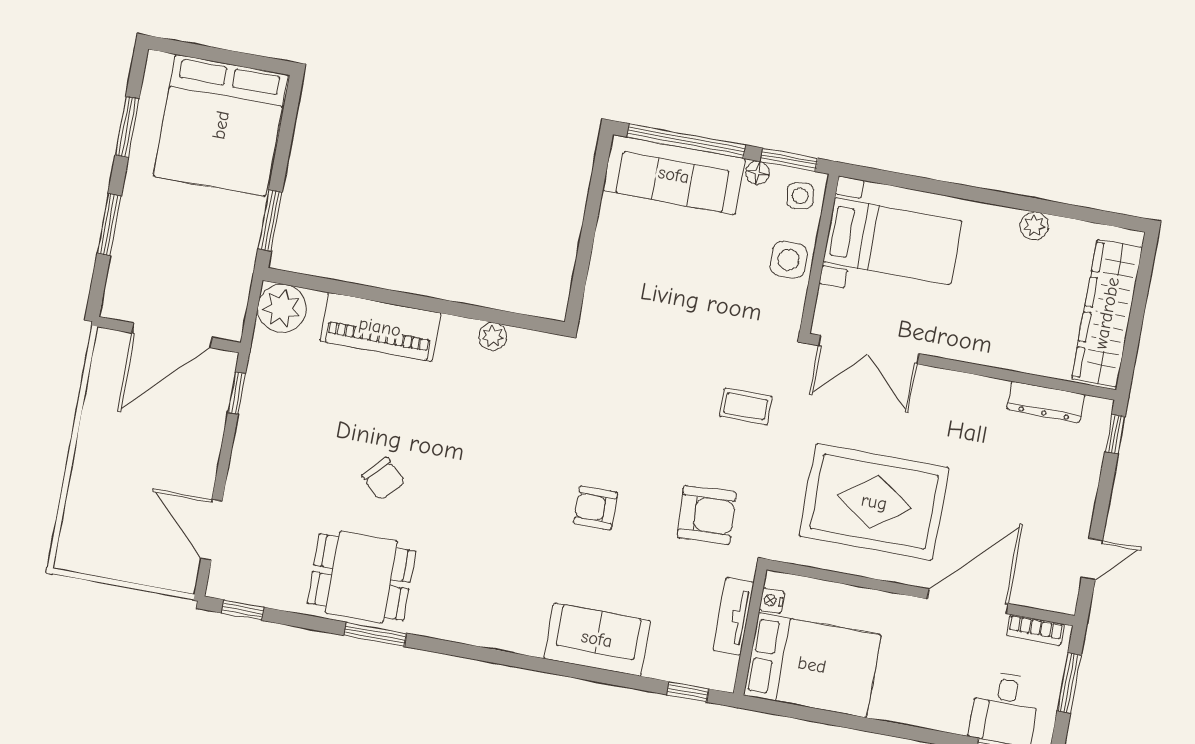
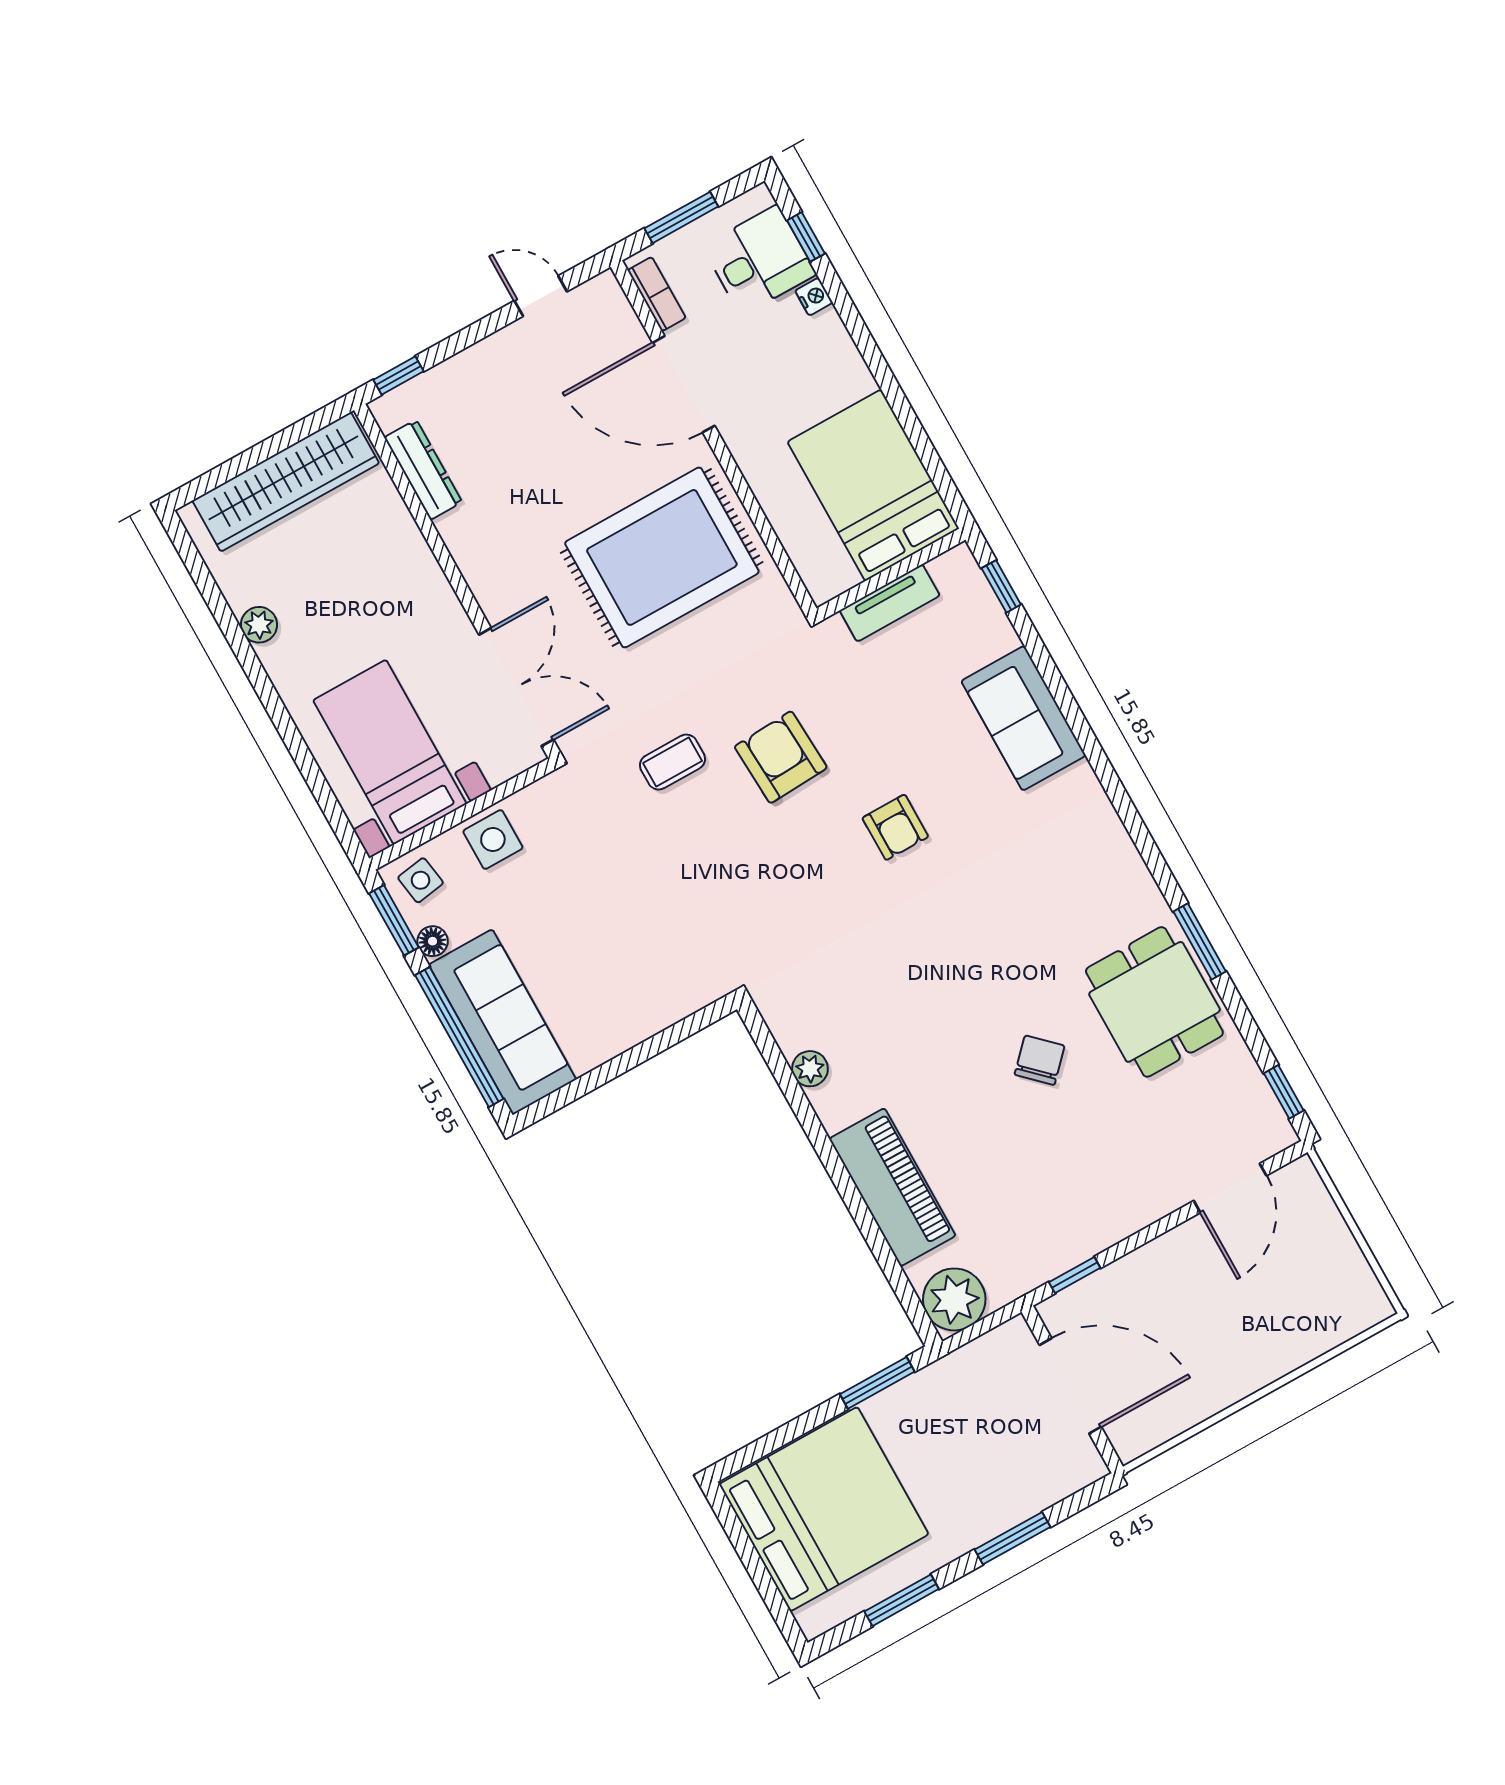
coffee table: (746, 406) -> (672, 762), turned 90
rug: (874, 502) -> (662, 557), turned 90
armchair: (707, 515) -> (781, 757), moved
nightstand: (772, 600) -> (814, 297), moved, turned -90

